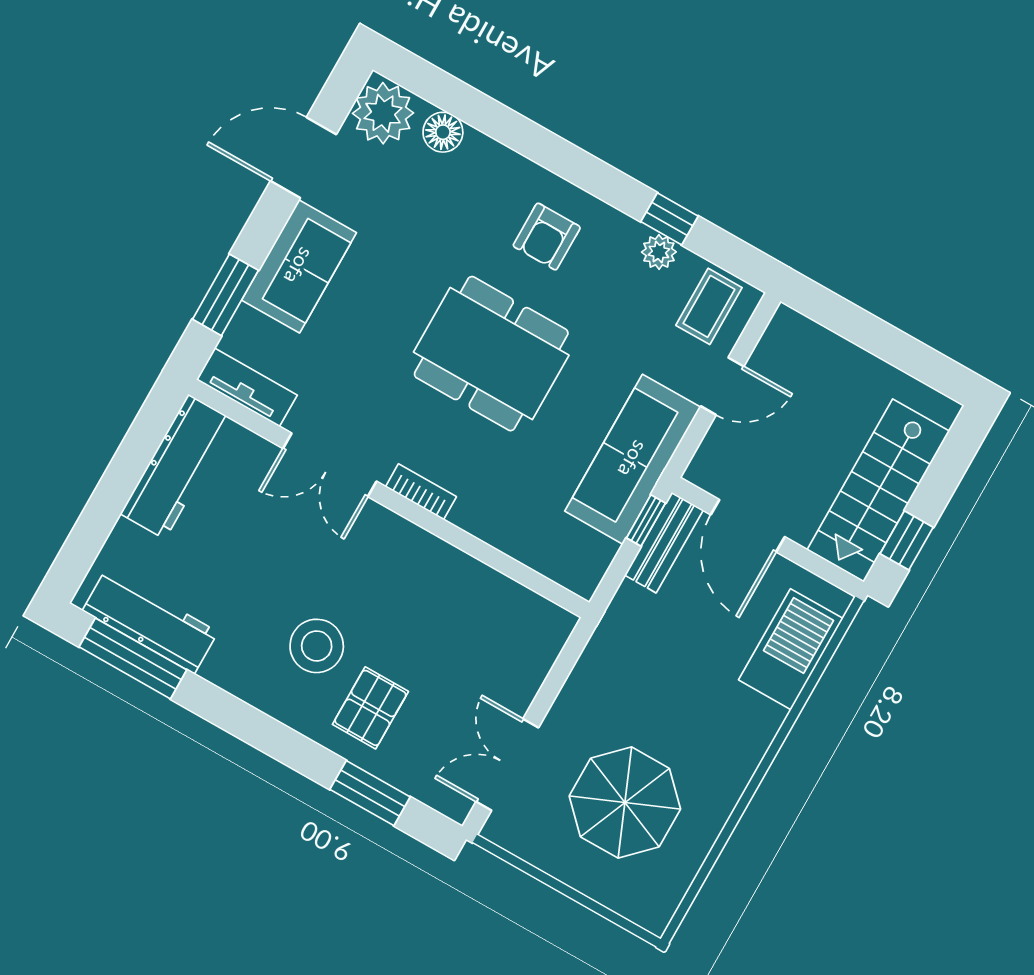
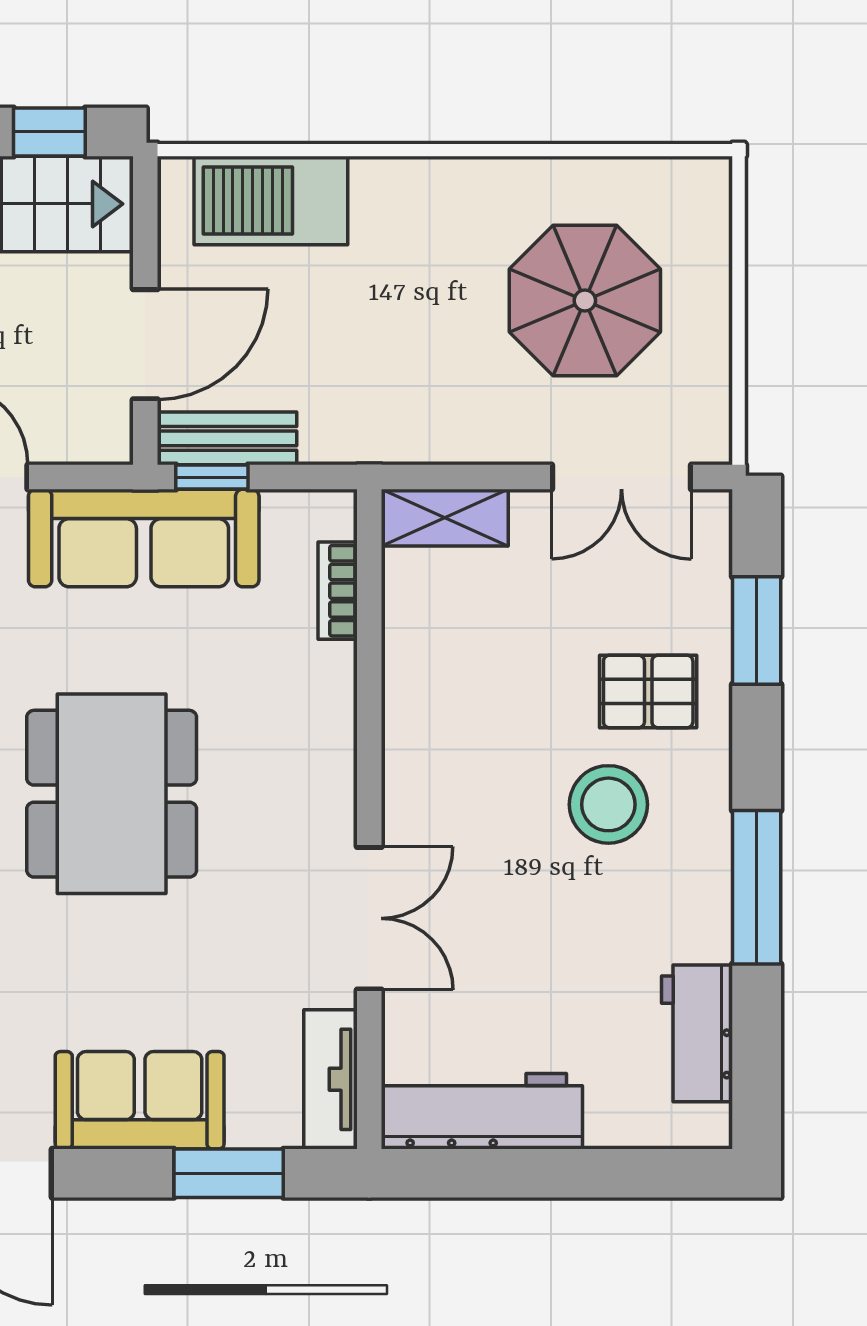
bookcase: (421, 492) -> (338, 591), moved
workbench: (150, 621) -> (697, 1033), width x0.73
shelving: (543, 645) -> (445, 518), added
window: (133, 658) -> (757, 887), moved

